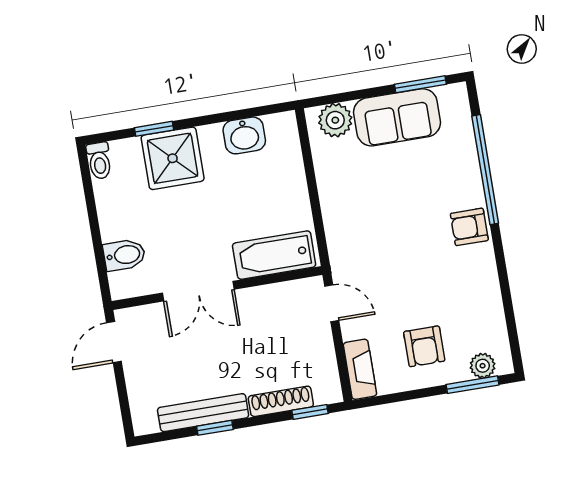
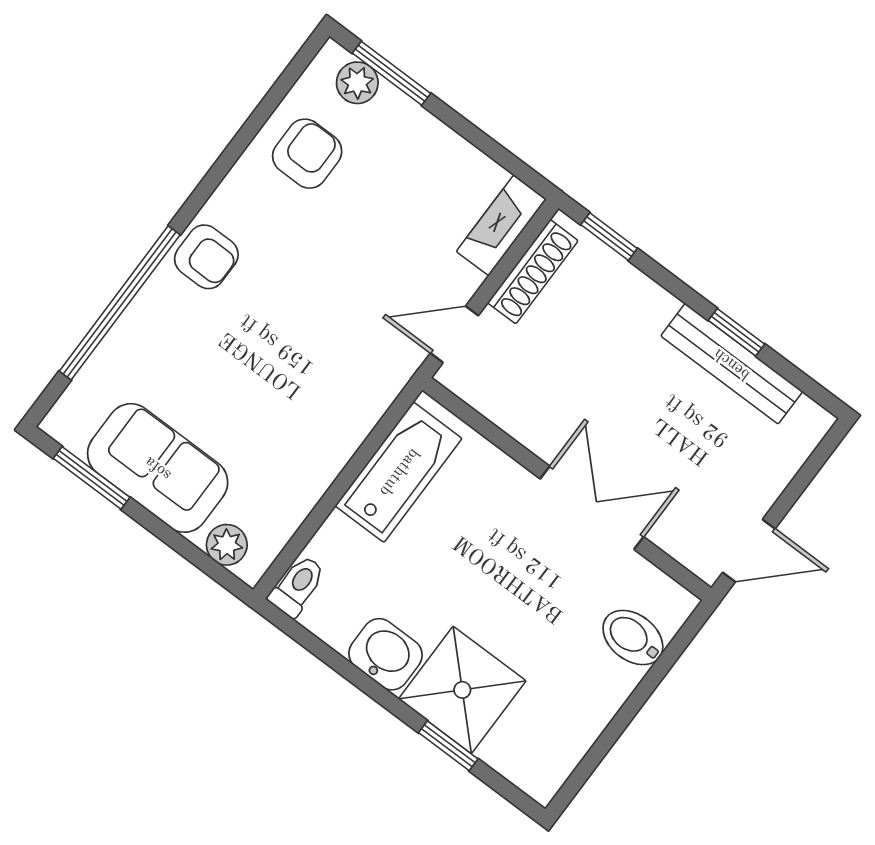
plant: (335, 120) -> (227, 545), width x0.73, depth x0.73
washbasin: (244, 135) -> (385, 654), moved
toilet: (99, 161) -> (297, 586), moved
bathtub: (274, 255) -> (399, 472), moved, turned -90
door: (332, 303) -> (454, 334), hinge flipped
armchair: (424, 346) -> (307, 154), moved
shoe rack: (281, 401) -> (533, 272), moved, turned -90

